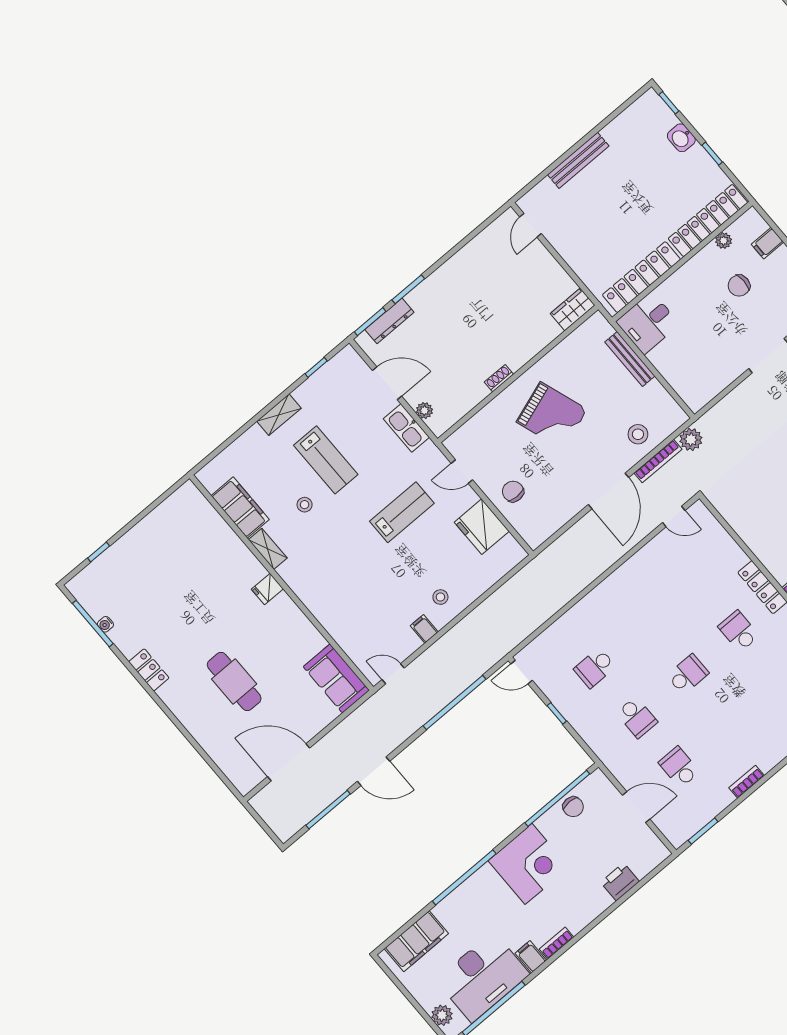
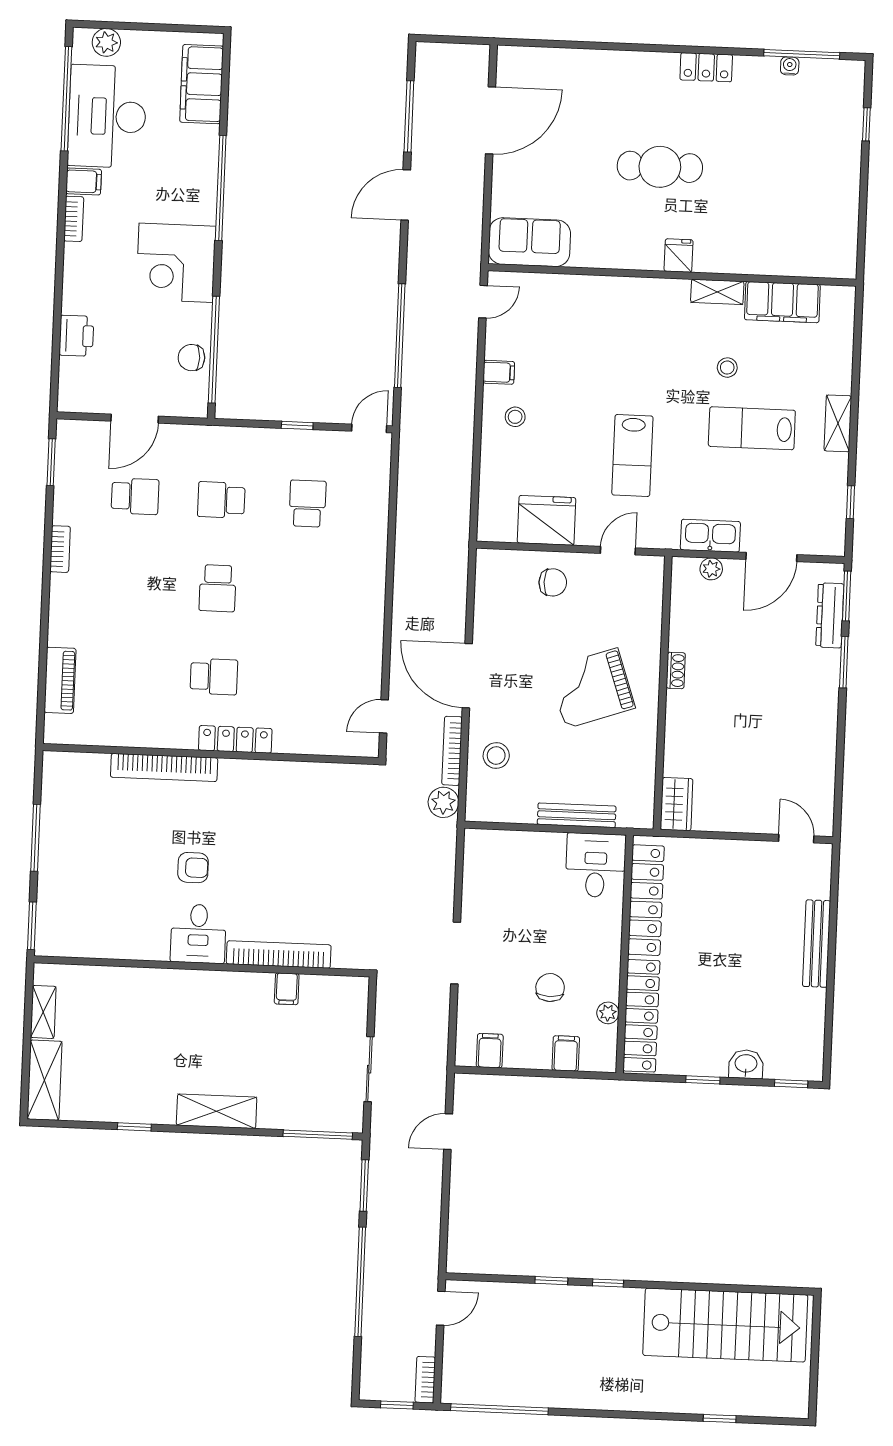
cafe table: (234, 682) -> (660, 167), moved

